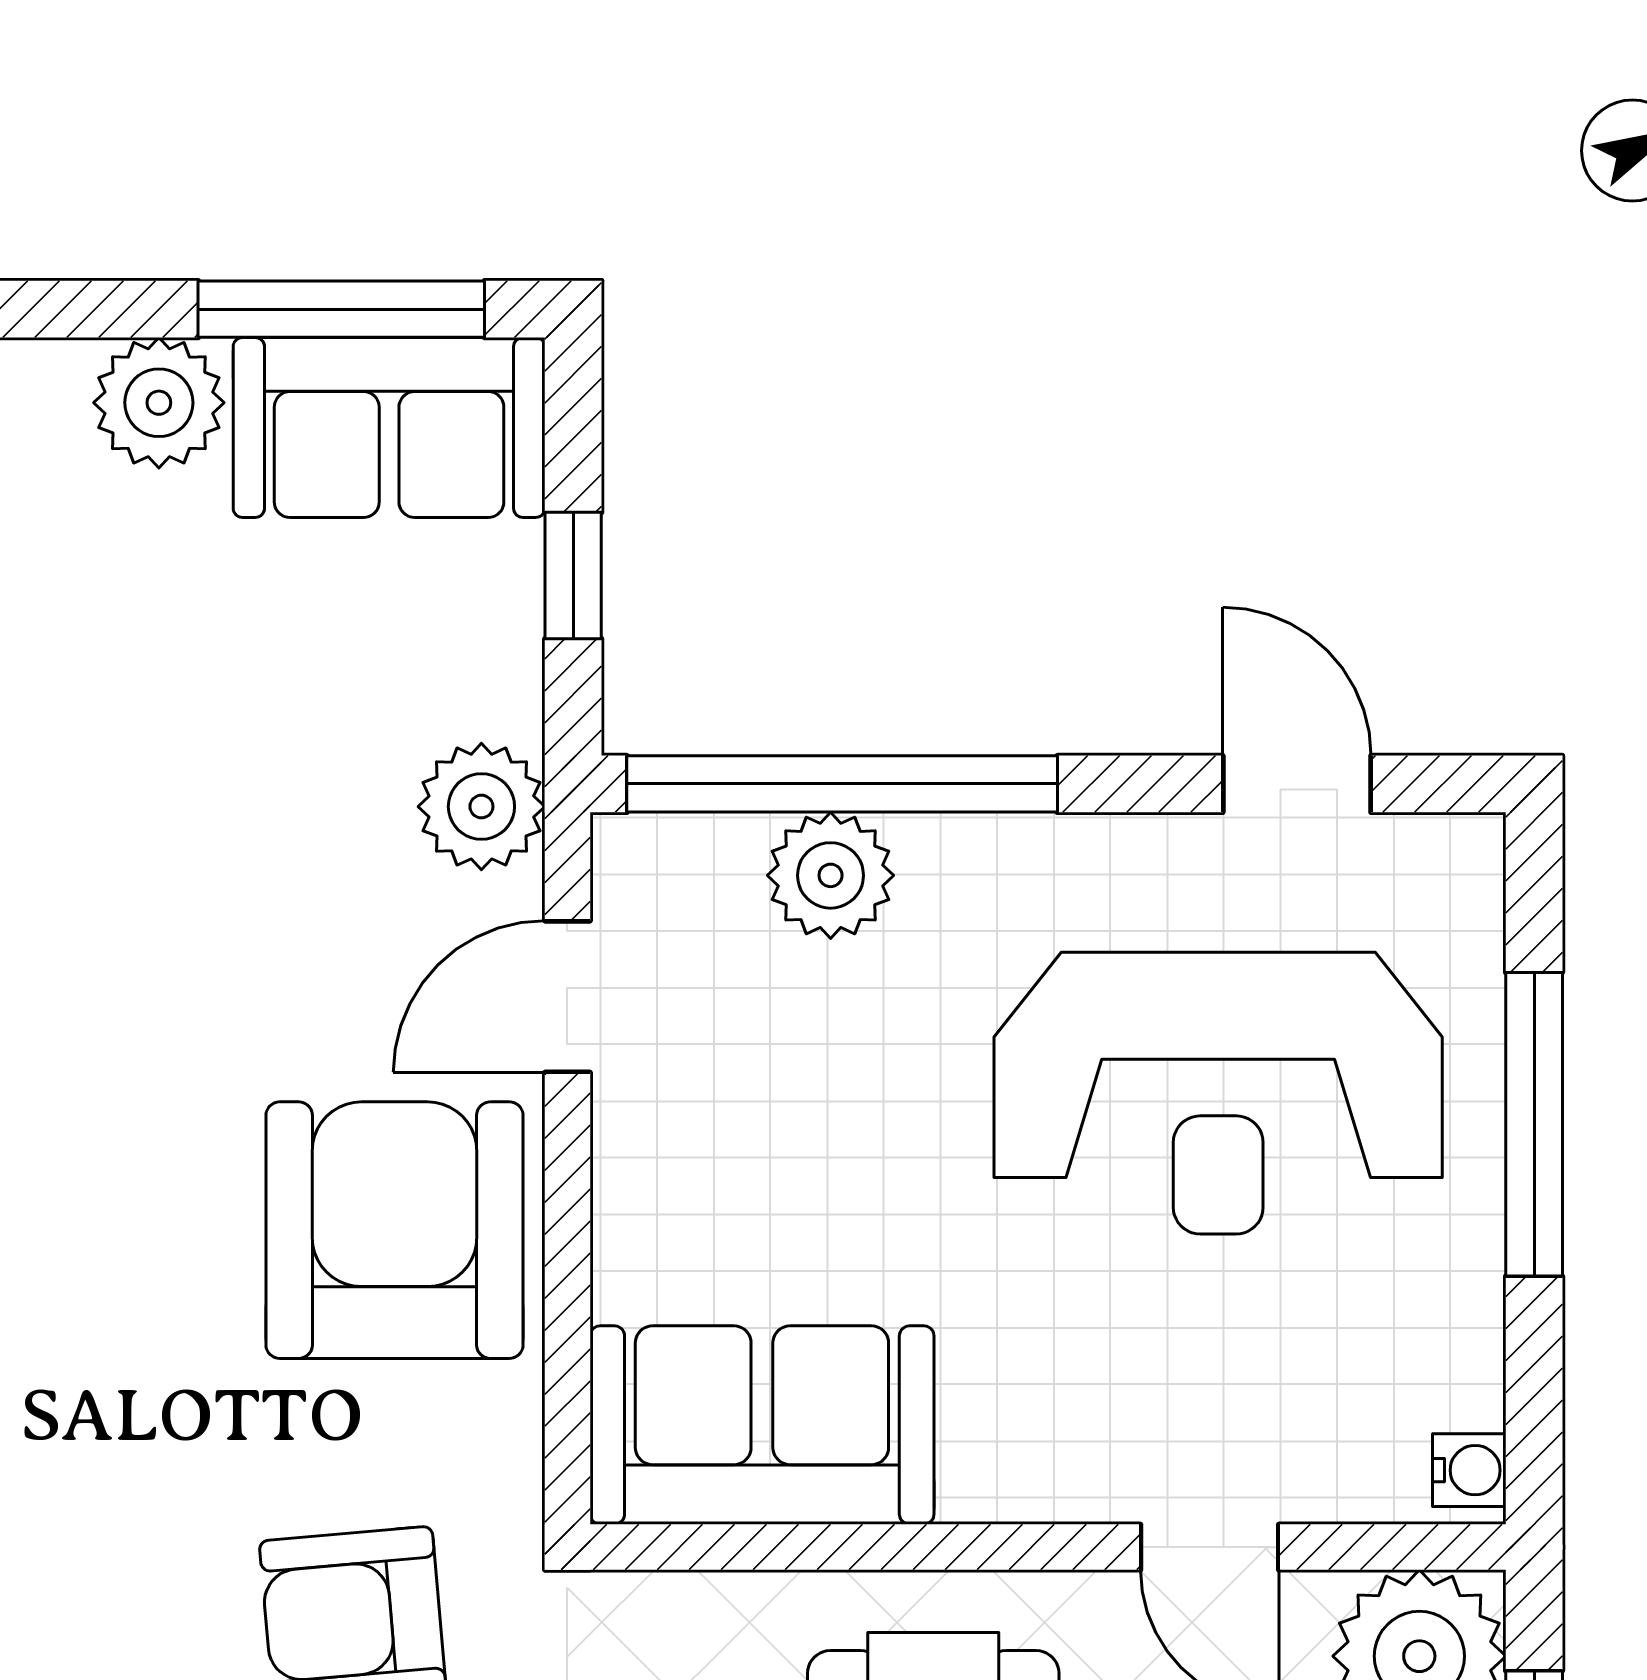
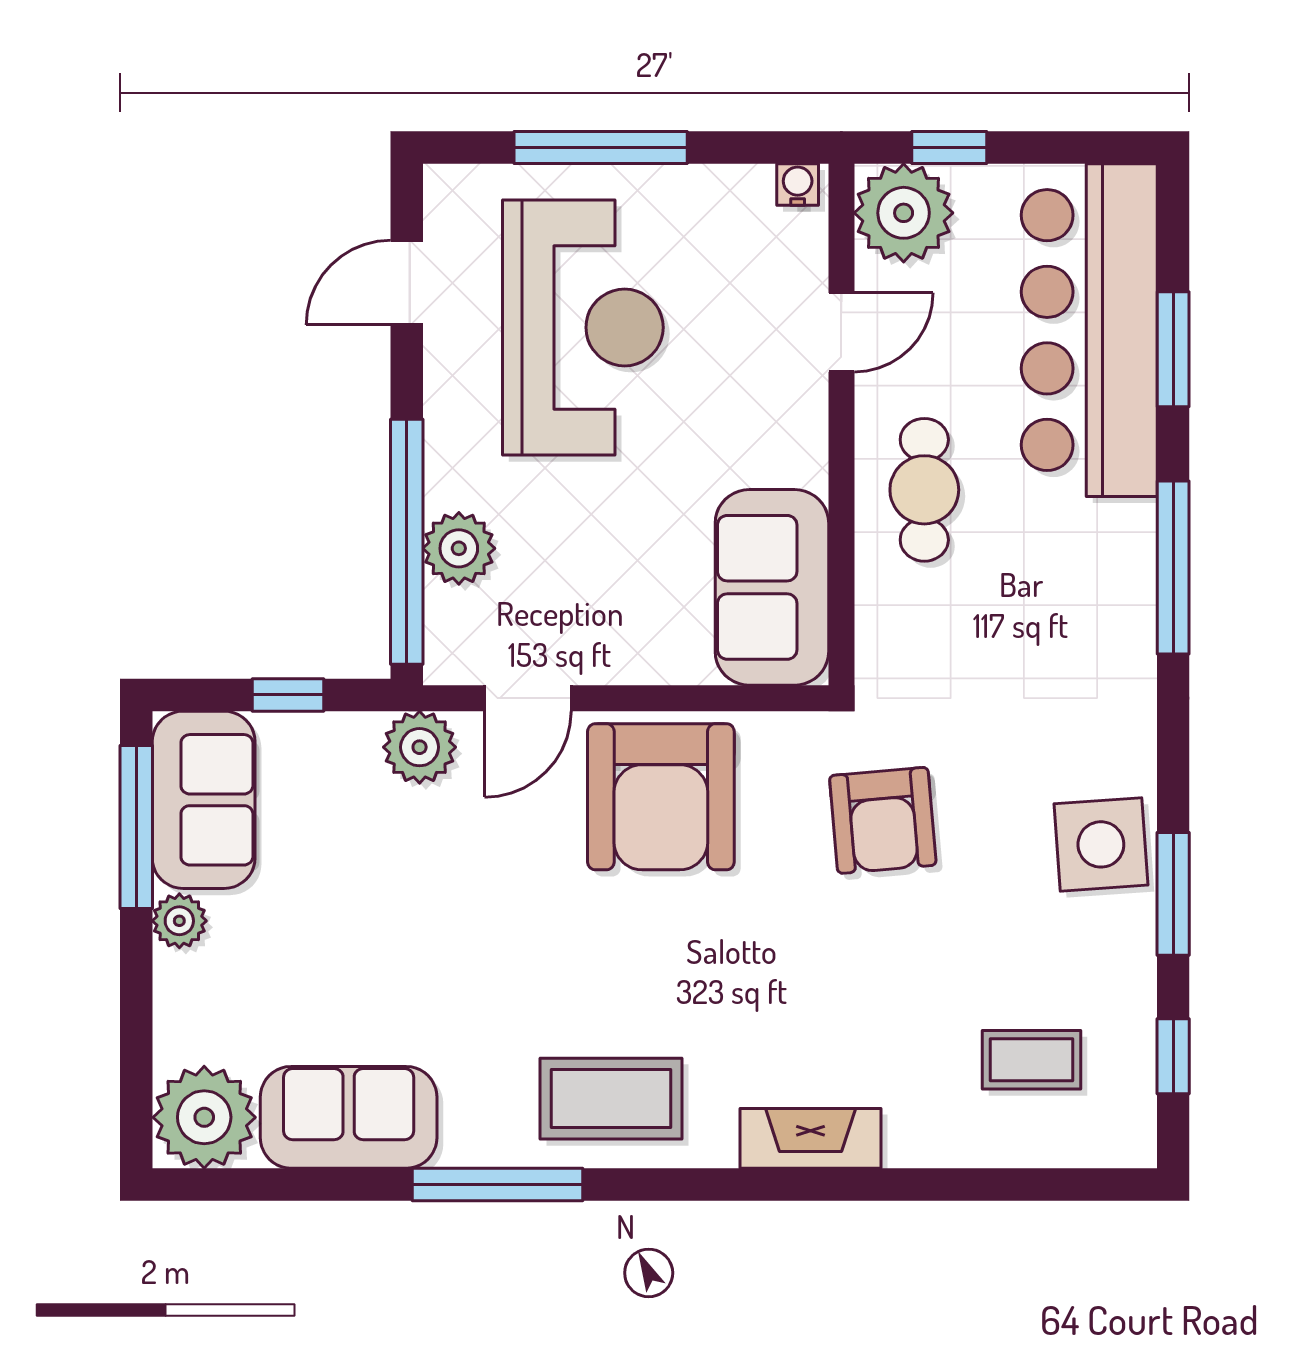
plant: (159, 403) -> (179, 921), width x0.73, depth x0.73
door: (567, 997) -> (528, 698), hinge flipped
armchair: (395, 1230) -> (661, 797), turned -90

